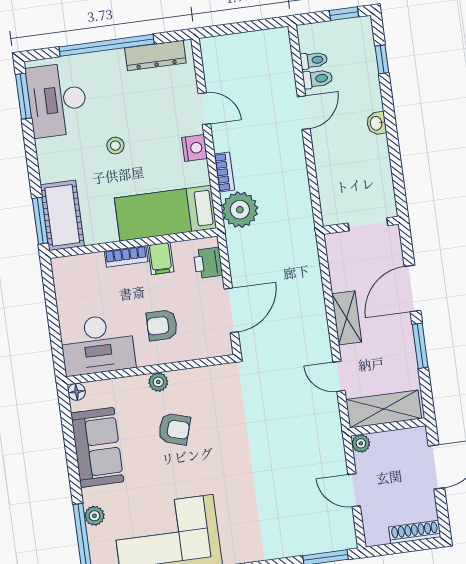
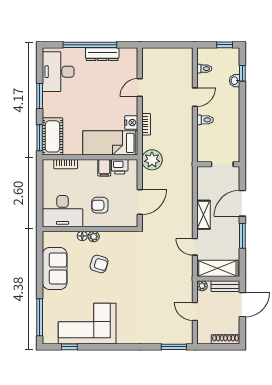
dresser: (155, 55) -> (102, 54), moved
toilet: (318, 79) -> (205, 120), moved
window: (23, 96) -> (40, 96), moved
door: (204, 109) -> (140, 87), swing flipped
washbasin: (377, 123) -> (235, 81), moved
stool: (115, 146) -> (87, 101), removed
nightstand: (194, 148) -> (131, 123), moved
plant: (240, 210) -> (152, 160), moved
bookcase: (126, 256) -> (66, 164), moved
printer: (208, 263) -> (120, 167), moved, turned -90
floor lamp: (77, 392) -> (82, 236), moved
bench: (402, 438) -> (225, 286), added
plant: (94, 516) -> (48, 306), removed

